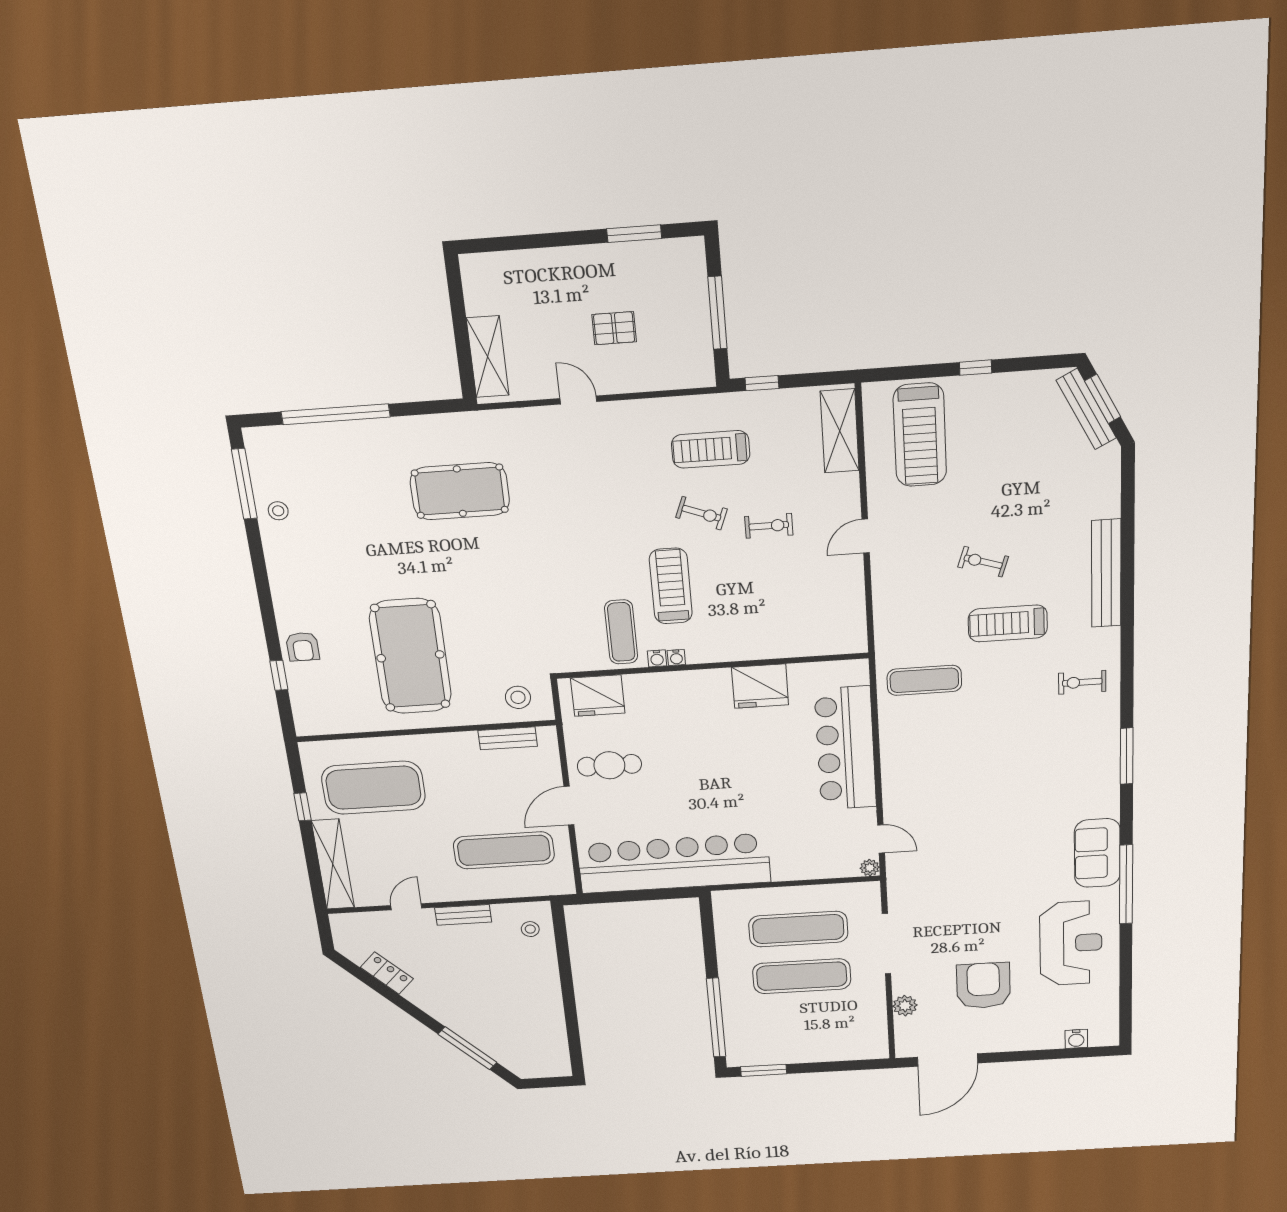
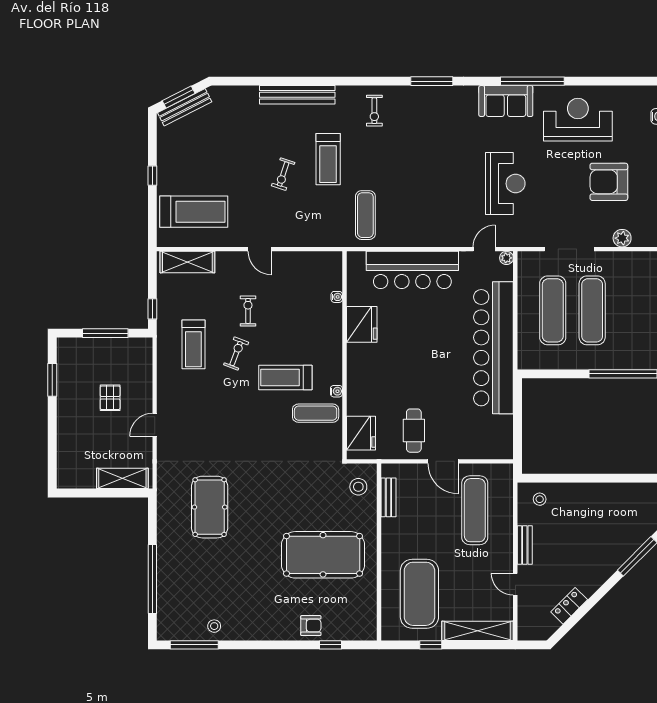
water cooler: (676, 658) -> (337, 297), moved
reception desk: (977, 860) -> (505, 184), added
bar counter: (674, 863) -> (493, 348), moved

